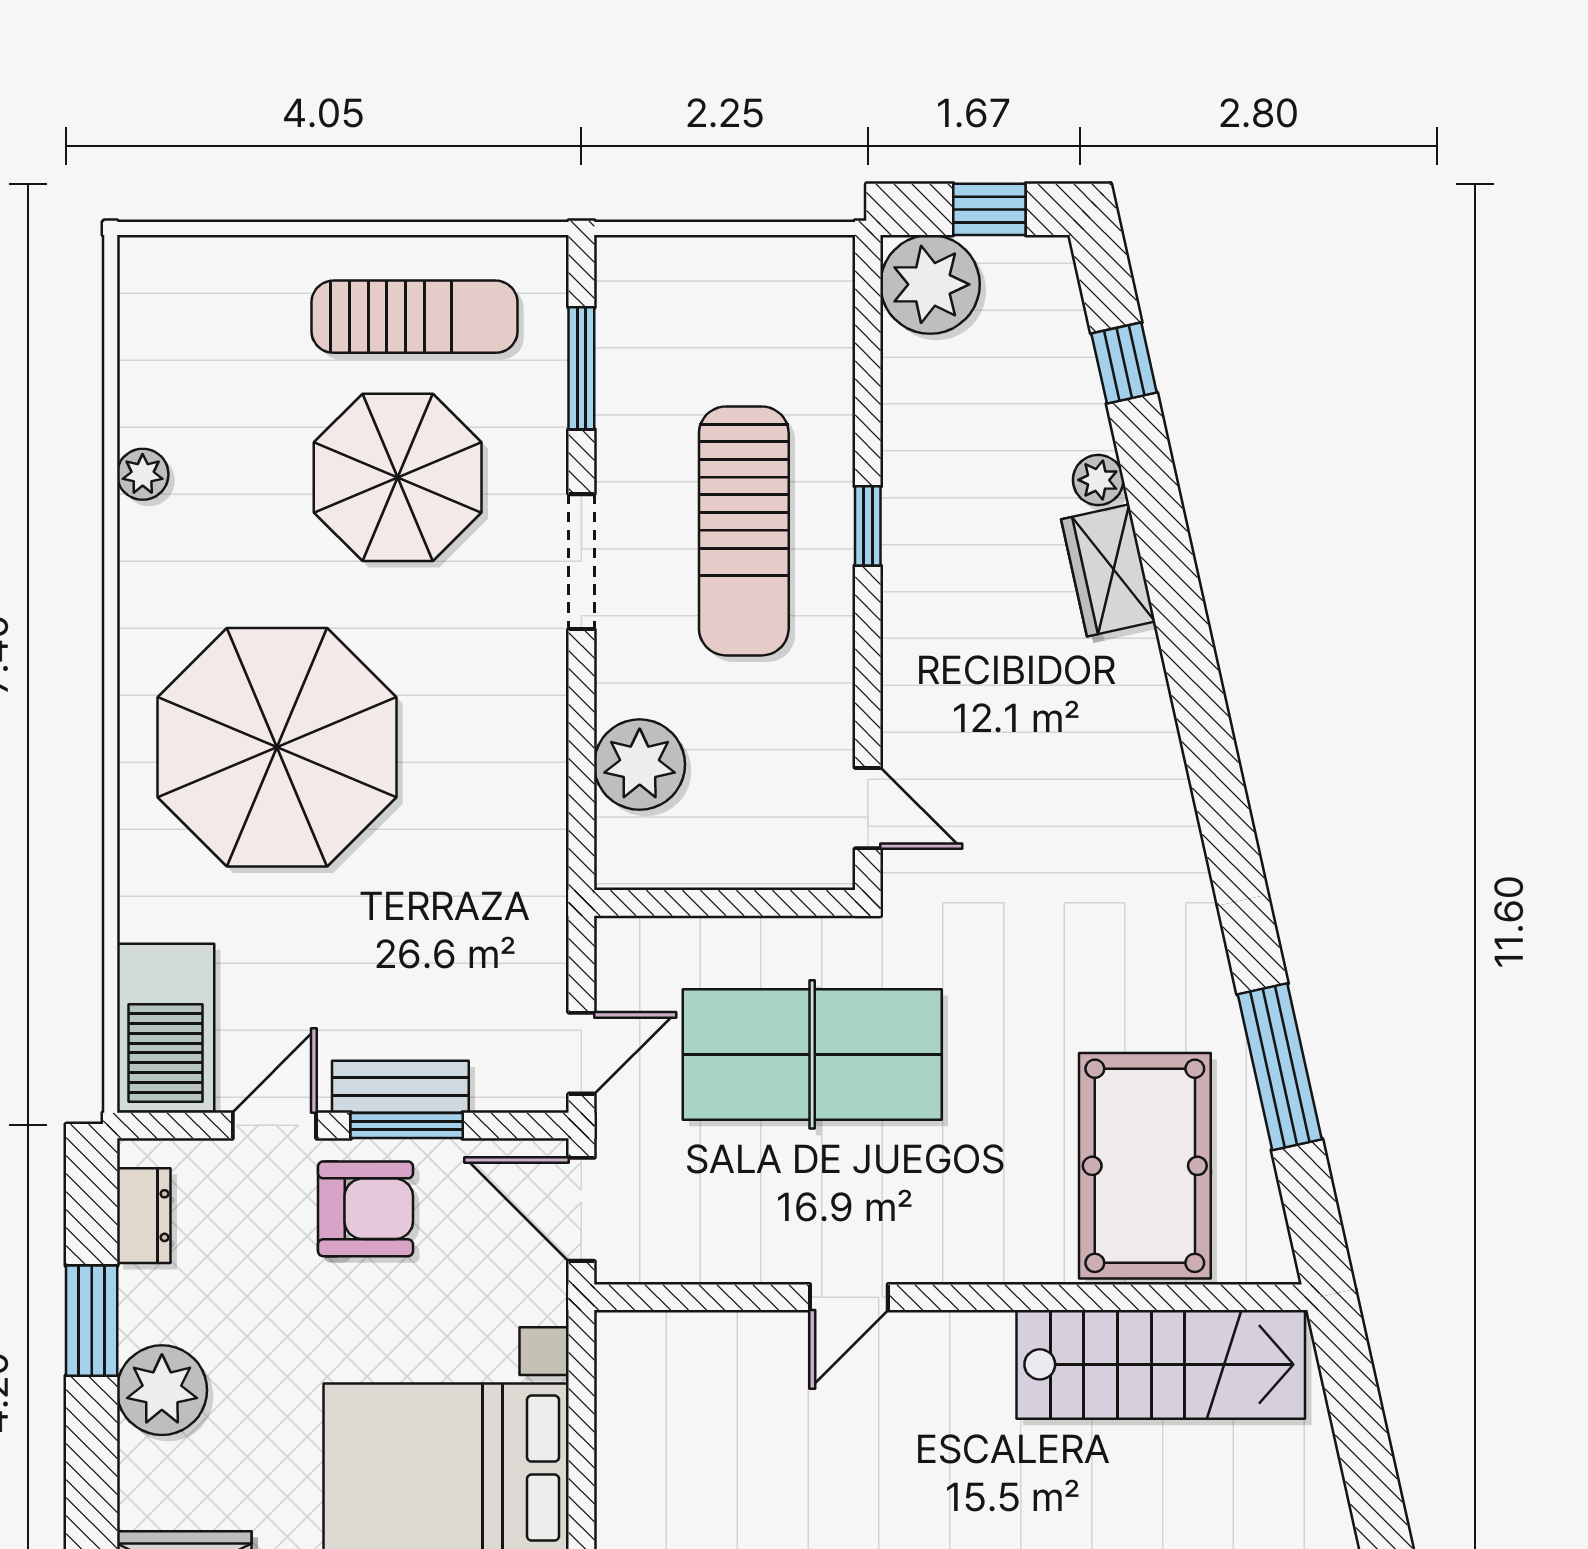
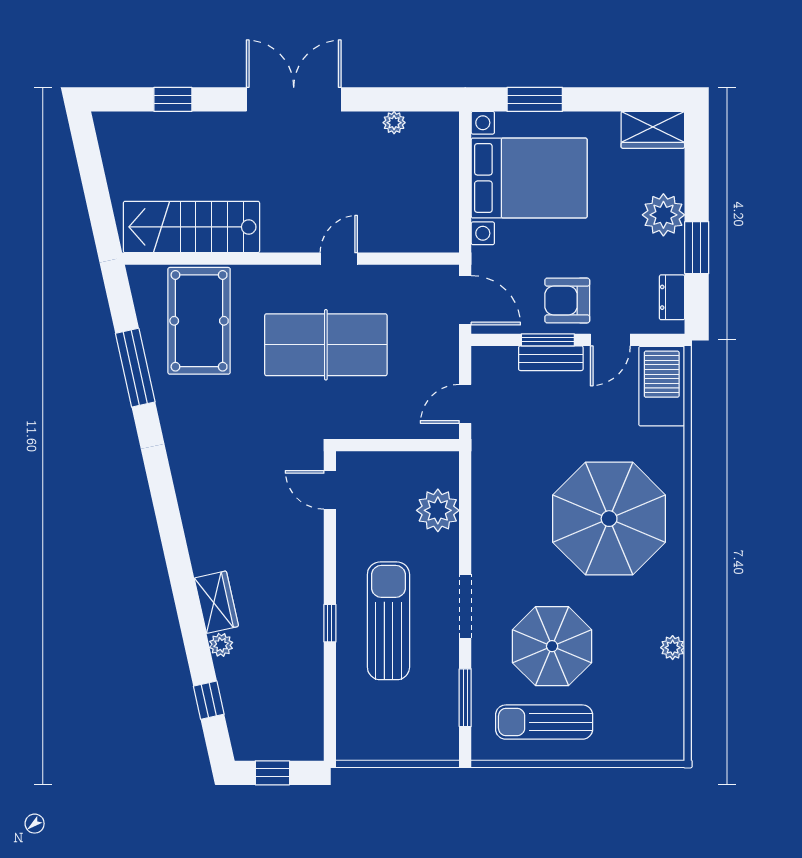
plant: (930, 284) -> (300, 737), removed
door: (581, 1053) -> (465, 404), moved
table tennis table: (812, 1054) -> (326, 345), moved

